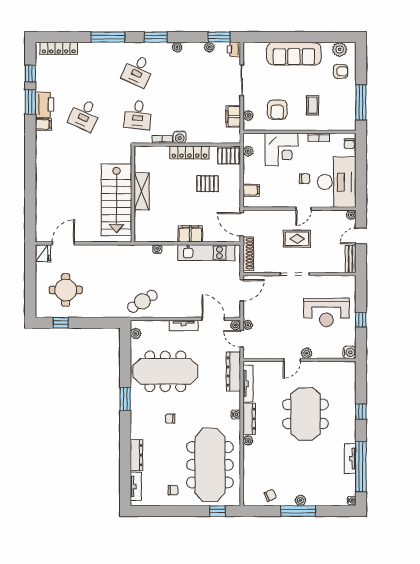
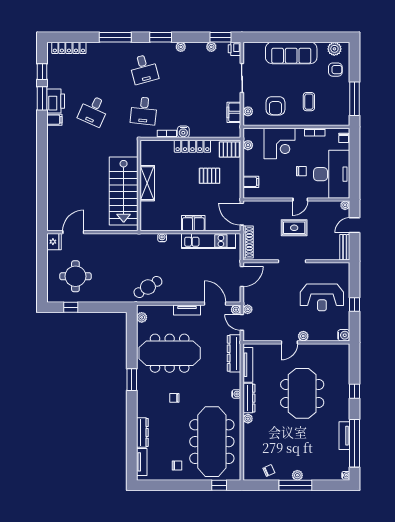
desk: (138, 71) -> (144, 69), turned -39

